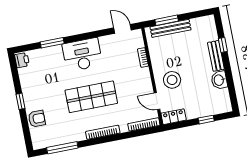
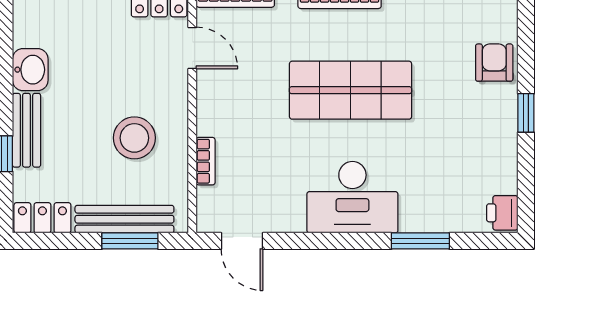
locker: (203, 23) -> (42, 218), added
stool: (172, 80) -> (134, 138), moved
armchair: (37, 119) -> (494, 63), turned 90

